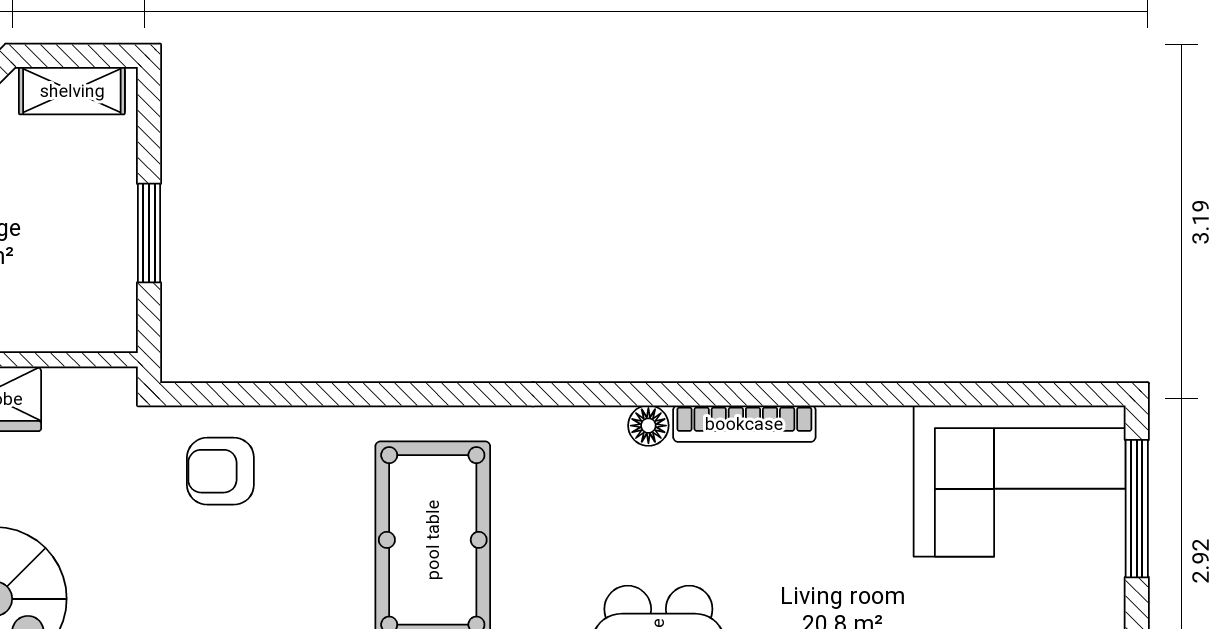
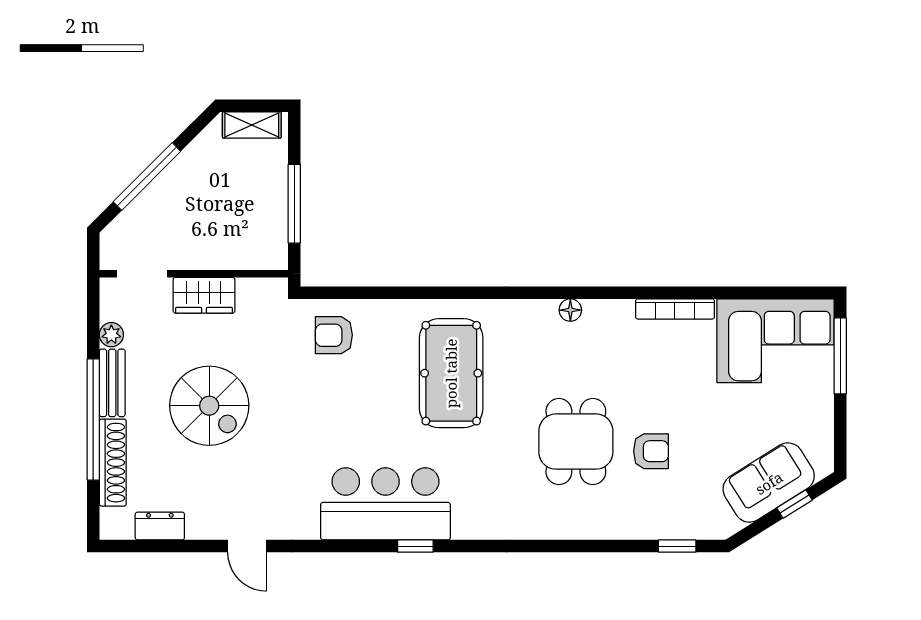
window: (149, 233) -> (294, 204), width x1.44
bookcase: (744, 424) -> (675, 309), moved

